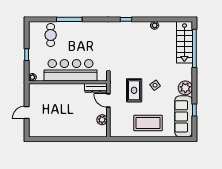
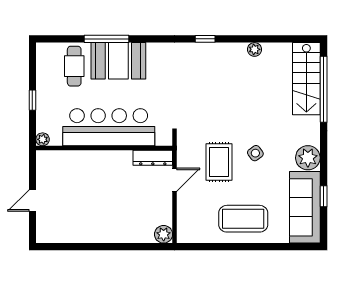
booth: (76, 32) -> (118, 61), added
door: (108, 101) -> (175, 180), swing flipped
plant: (102, 120) -> (164, 234), moved

